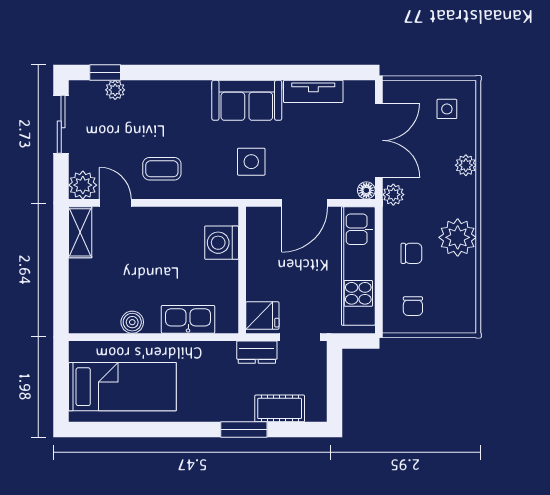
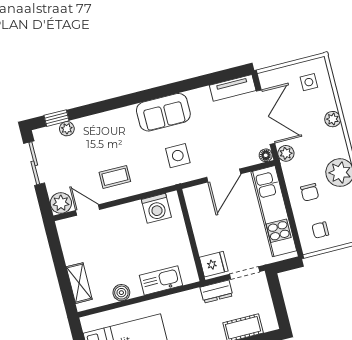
tv unit: (313, 91) -> (233, 88), moved
shelving: (80, 232) -> (79, 283), moved
washing machine: (222, 243) -> (156, 208), moved, turned -90
chair: (411, 253) -> (310, 192), turned 90
chair: (413, 306) -> (320, 230), turned 90

